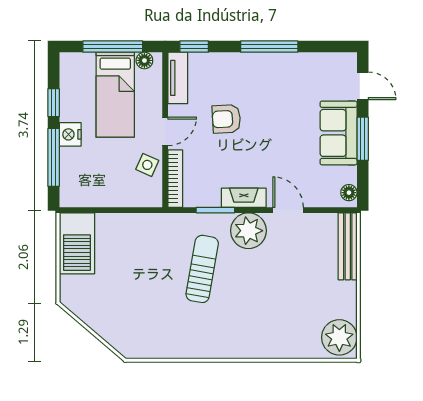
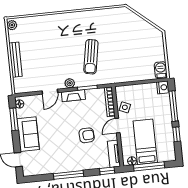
nightstand: (70, 134) -> (163, 87), moved
window: (363, 139) -> (14, 119), moved
door: (288, 210) -> (50, 92), hinge flipped
plant: (248, 231) -> (70, 83), width x0.53, depth x0.53
barbecue: (77, 243) -> (161, 70), width x0.53, depth x0.65
bench: (348, 246) -> (16, 60), moved
plant: (339, 337) -> (12, 25), width x0.53, depth x0.53

